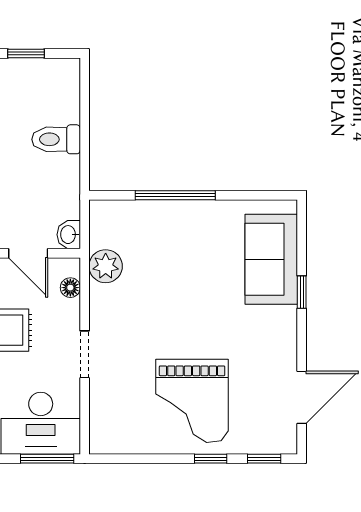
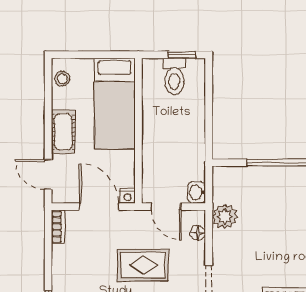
window: (26, 53) -> (182, 55), moved
toilet: (56, 139) -> (174, 76), moved, turned -90

